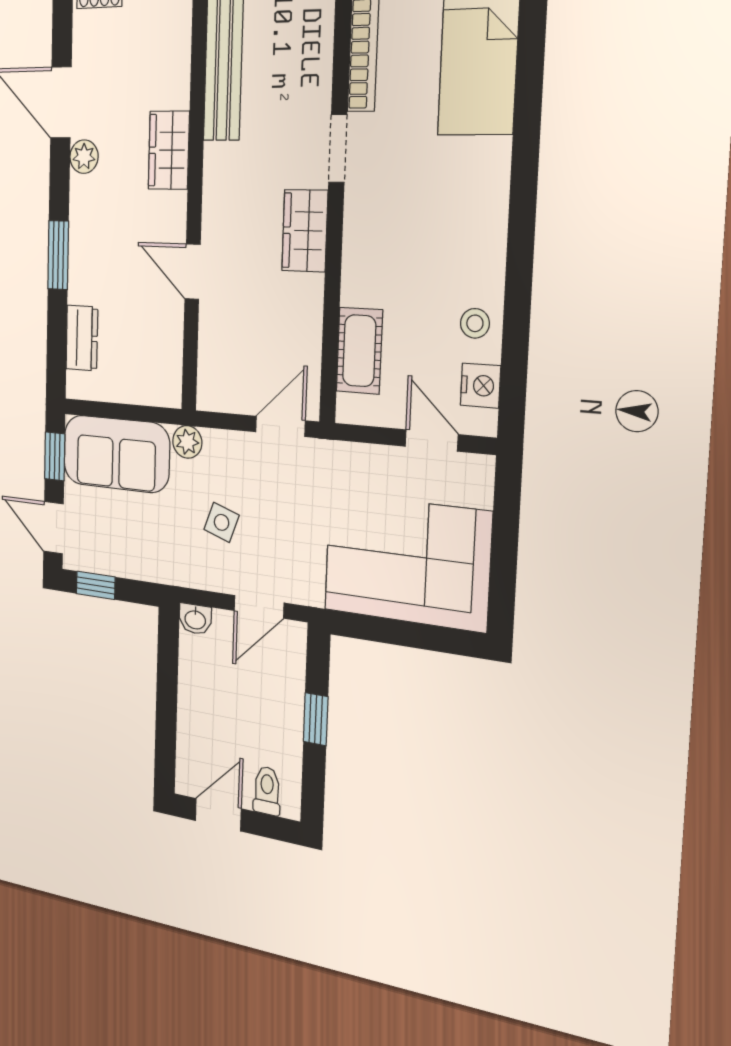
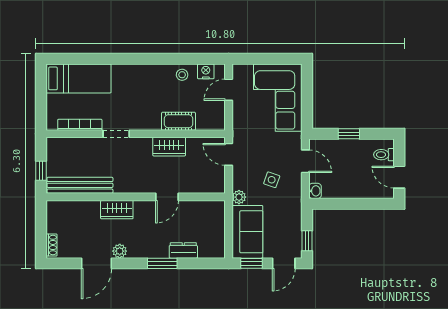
wardrobe: (305, 231) -> (169, 147), moved
dresser: (82, 338) -> (183, 250), moved
cot: (359, 351) -> (178, 121), moved

